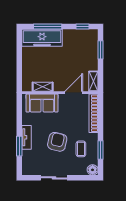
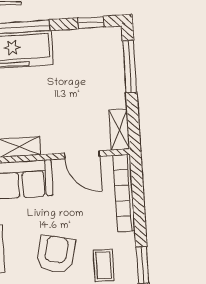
window: (101, 50) -> (130, 66), width x1.44
door: (74, 93) -> (82, 155), swing flipped

